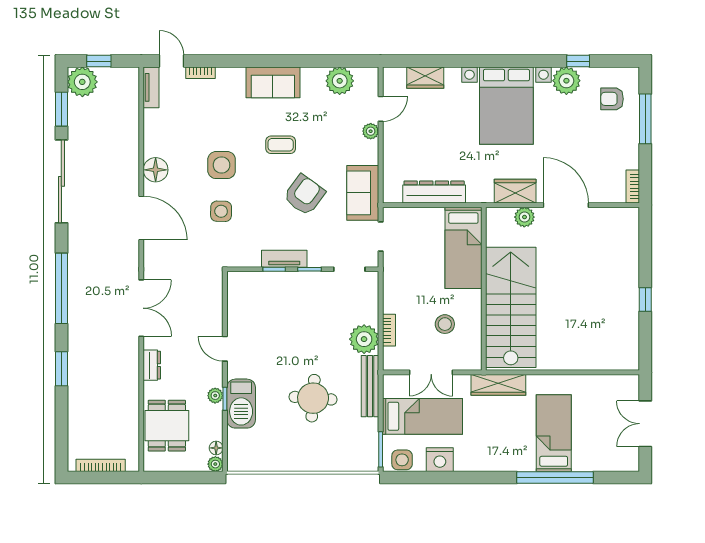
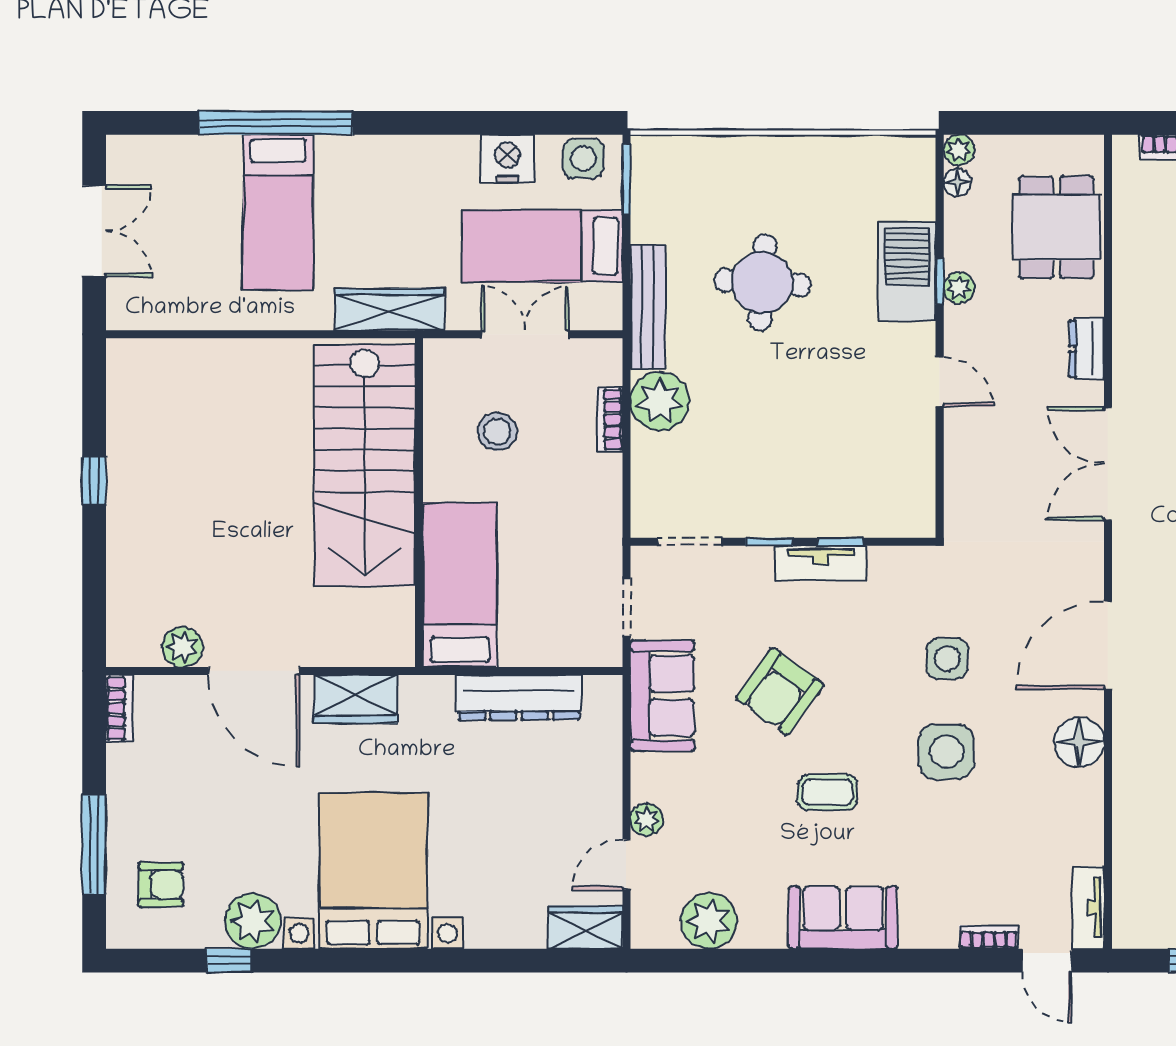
wardrobe: (425, 78) -> (586, 927), moved
plant: (524, 217) -> (182, 647), moved
door: (141, 218) -> (1108, 645), hinge flipped

